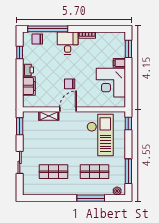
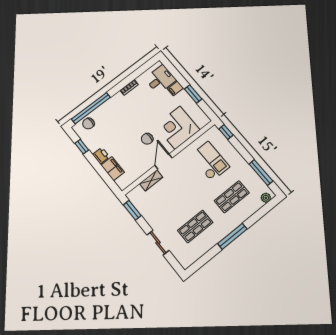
desk: (68, 43) -> (160, 79), moved, turned 90
window: (128, 49) -> (193, 94), moved
corner desk: (111, 83) -> (178, 128), moved, turned 90
checkout: (100, 135) -> (210, 161), width x0.73, depth x0.83
window: (91, 198) -> (232, 236), moved

